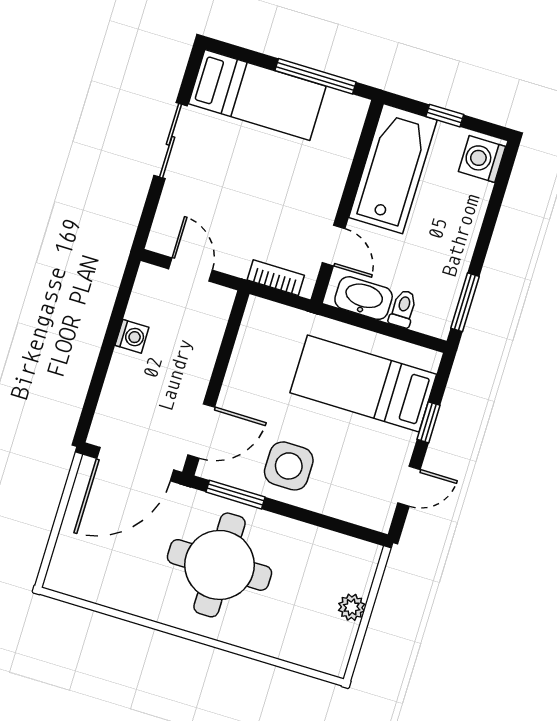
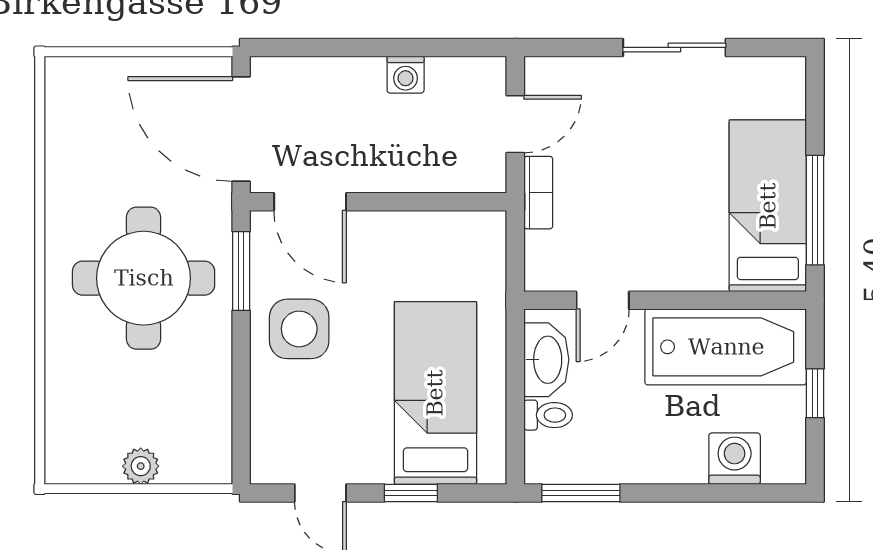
bed: (257, 95) -> (768, 206), moved, turned 180
washing machine: (482, 159) -> (735, 459), moved
bookcase: (276, 278) -> (538, 193), moved

